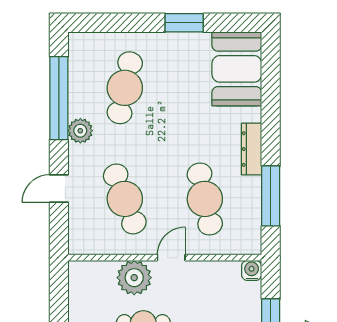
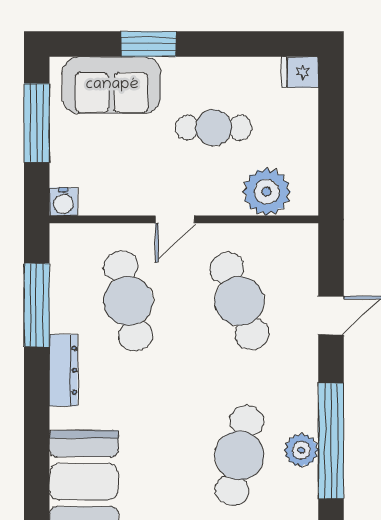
plant: (80, 131) -> (301, 450), moved
plant: (134, 278) -> (267, 192), moved

